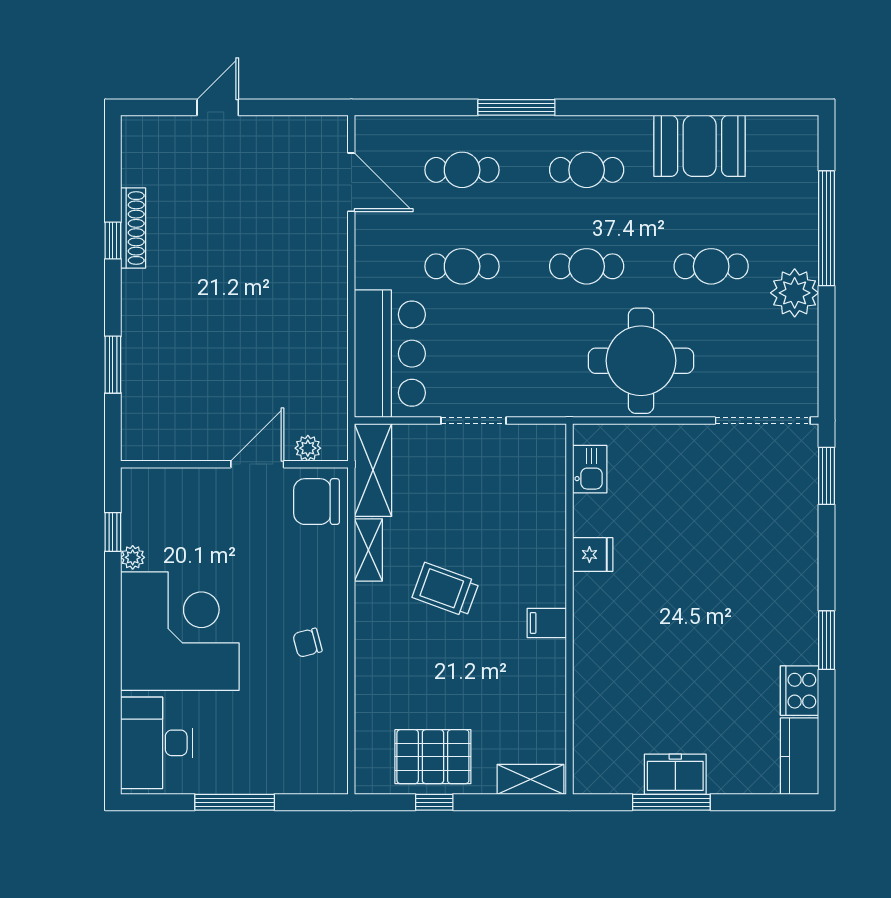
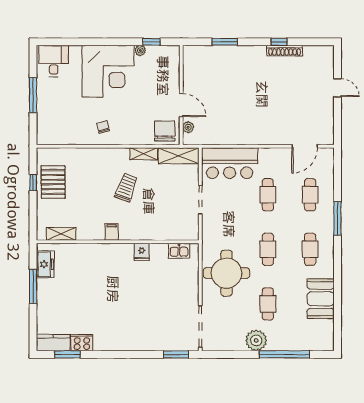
window: (827, 640) -> (67, 354), moved
desk: (157, 743) -> (54, 61), width x0.73
freezer: (675, 774) -> (45, 264), moved
shelving: (530, 779) -> (61, 234), moved, turned 90

